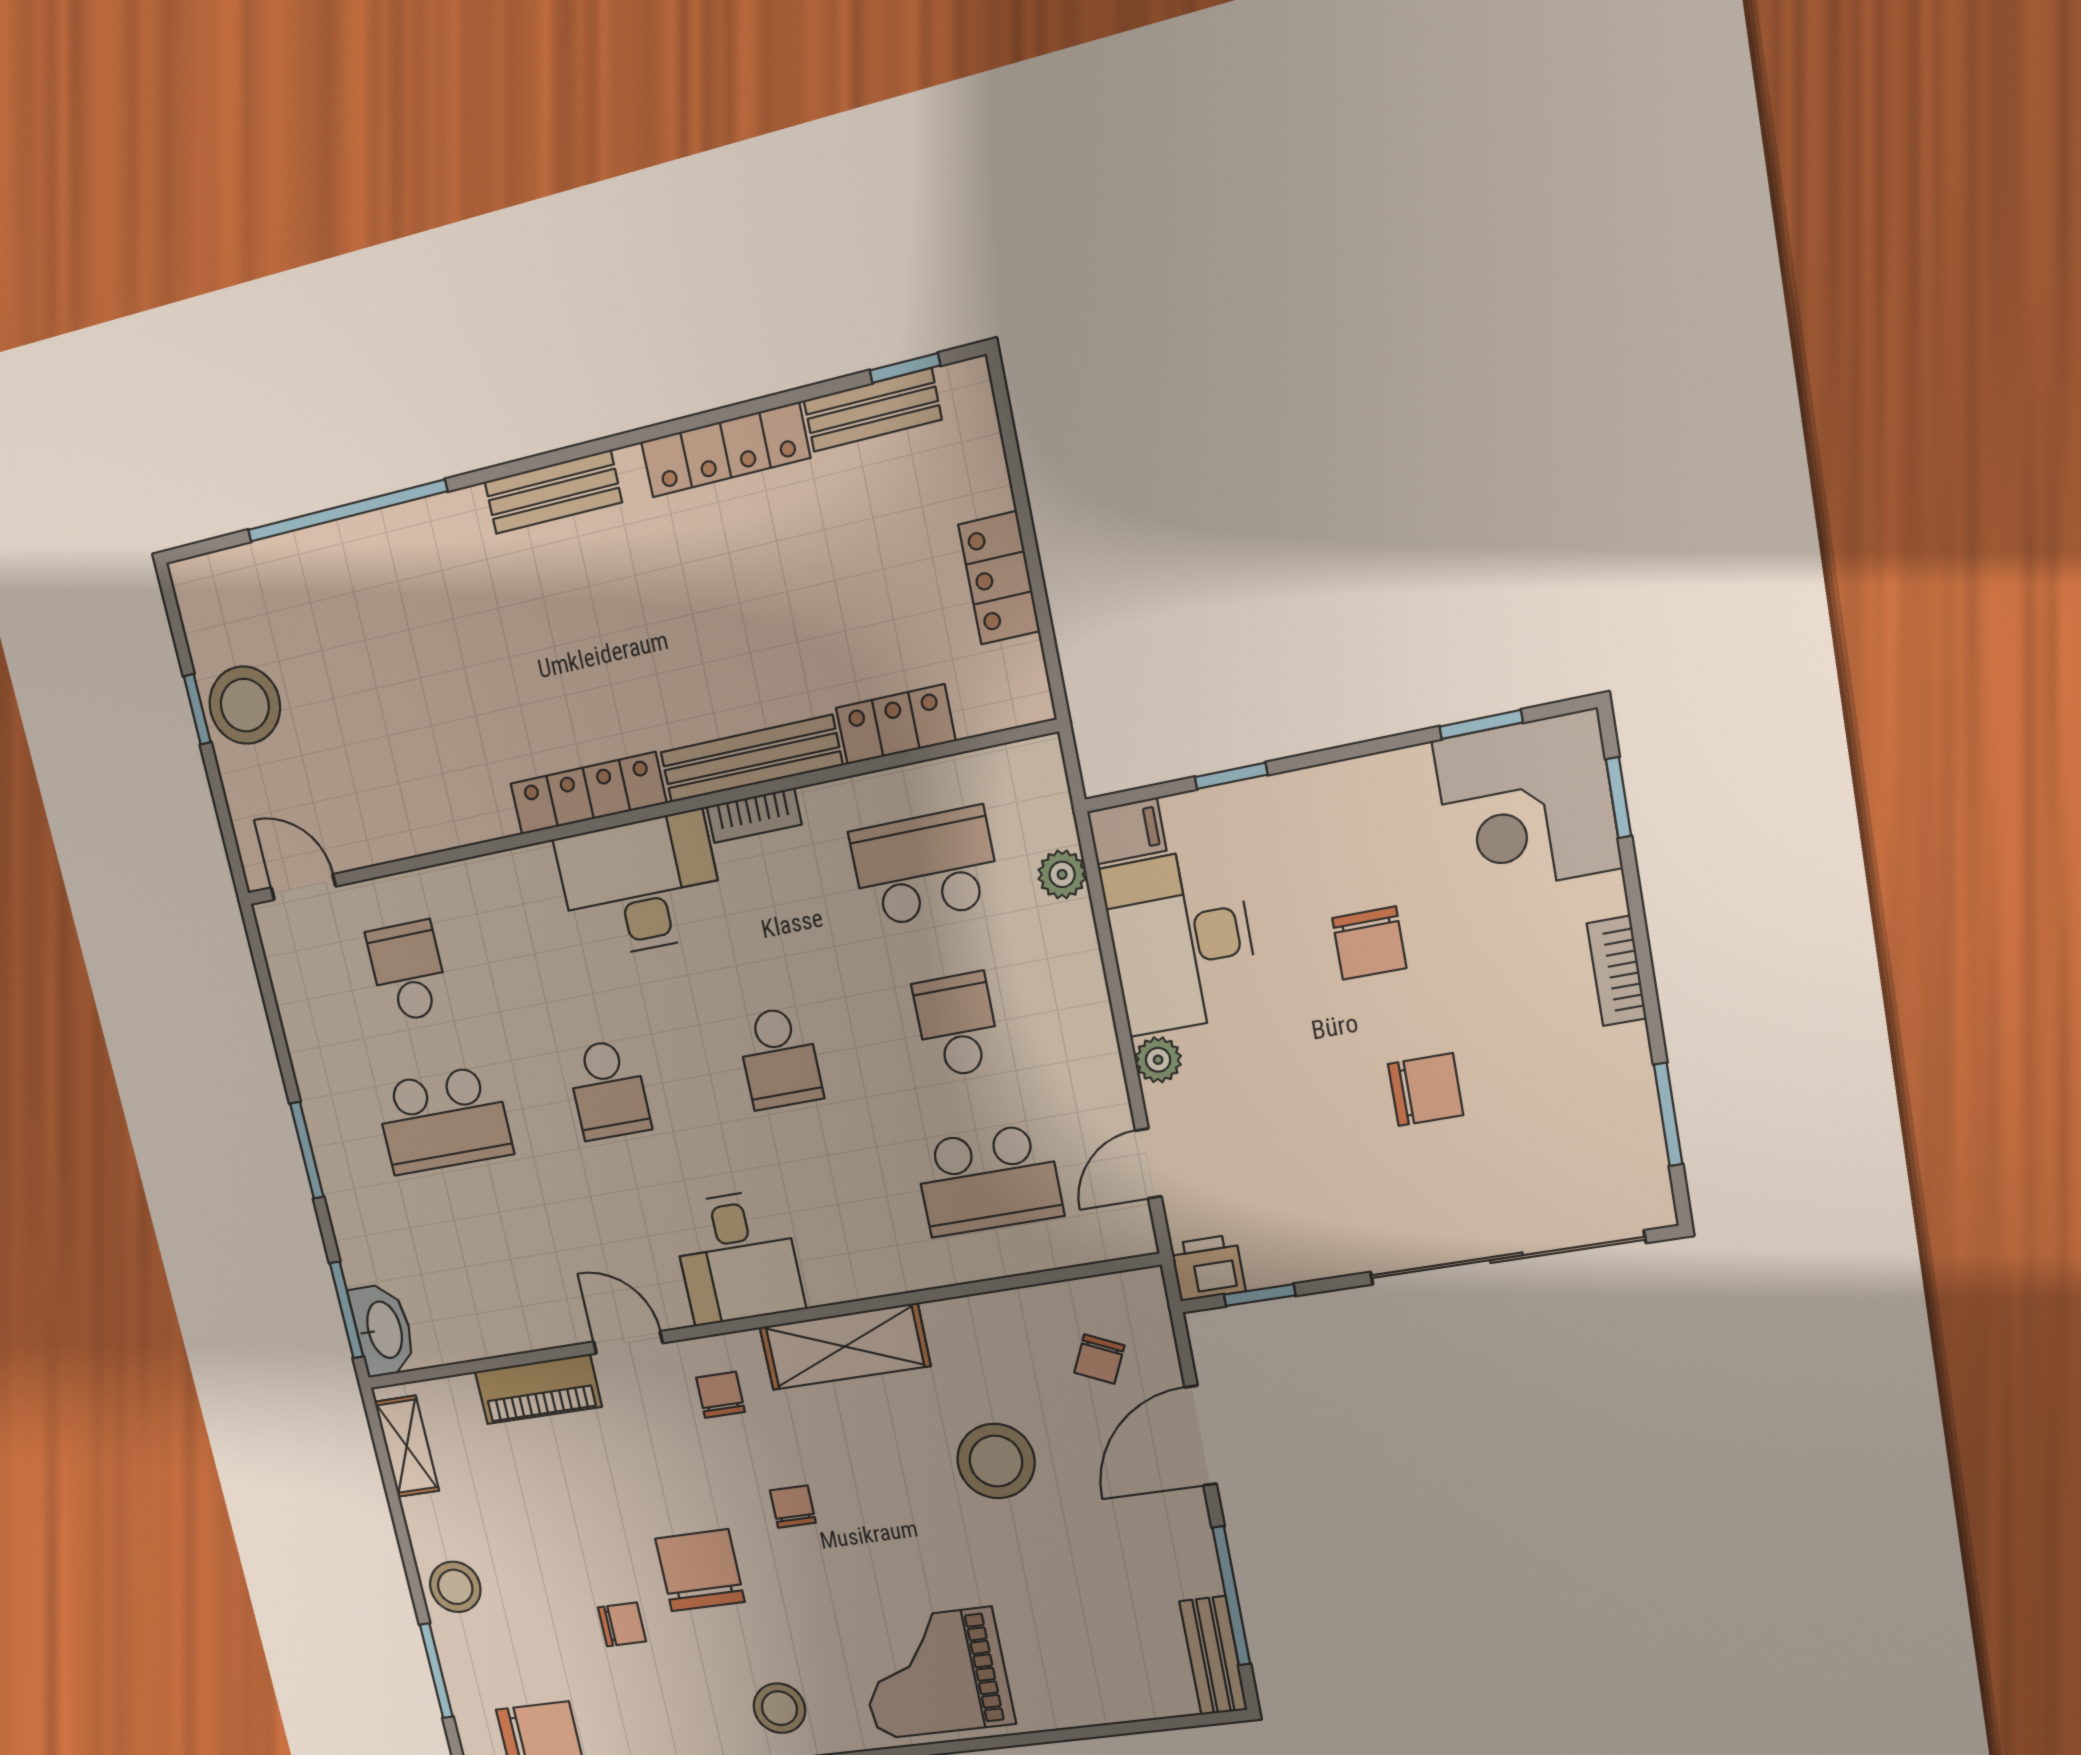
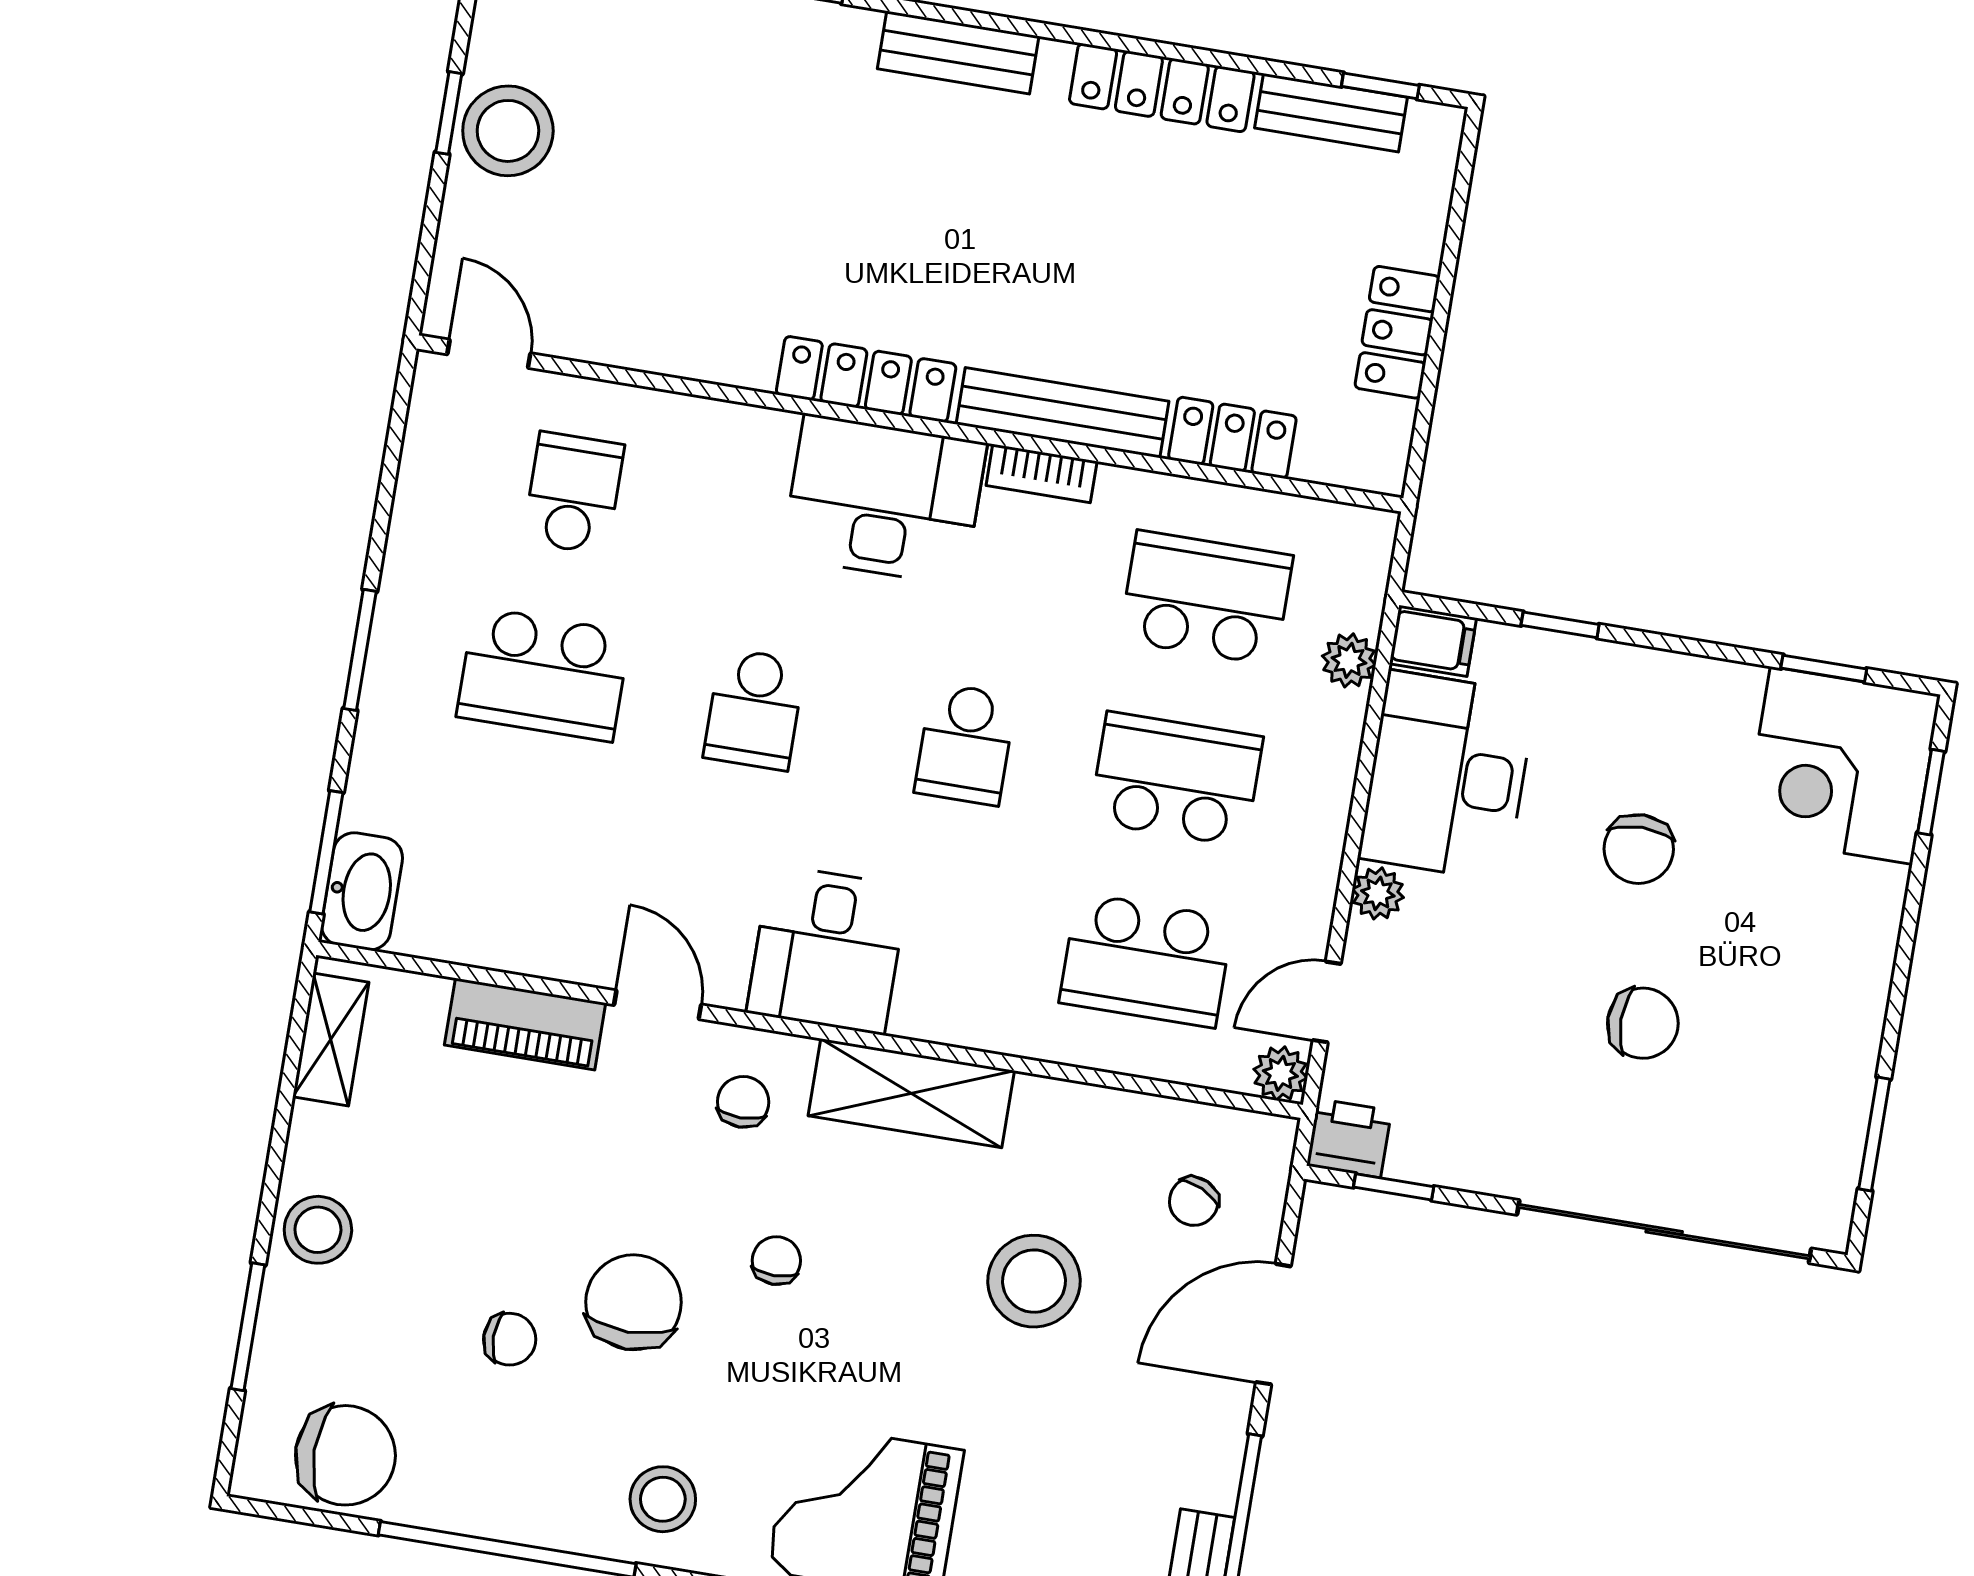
bookcase: (1617, 971) -> (1872, 967), removed
school desk: (957, 1025) -> (1176, 779), width x1.85
plant: (1132, 1234) -> (1280, 1073), added

